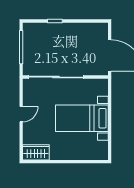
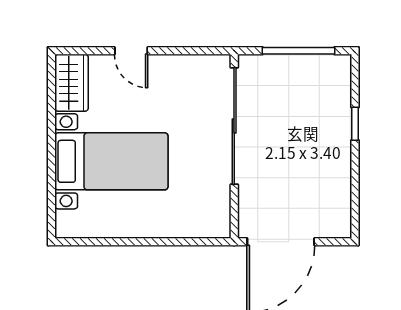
door: (21, 114) -> (131, 51), moved
bed with nightstands: (82, 118) -> (111, 161), moved, turned 90

